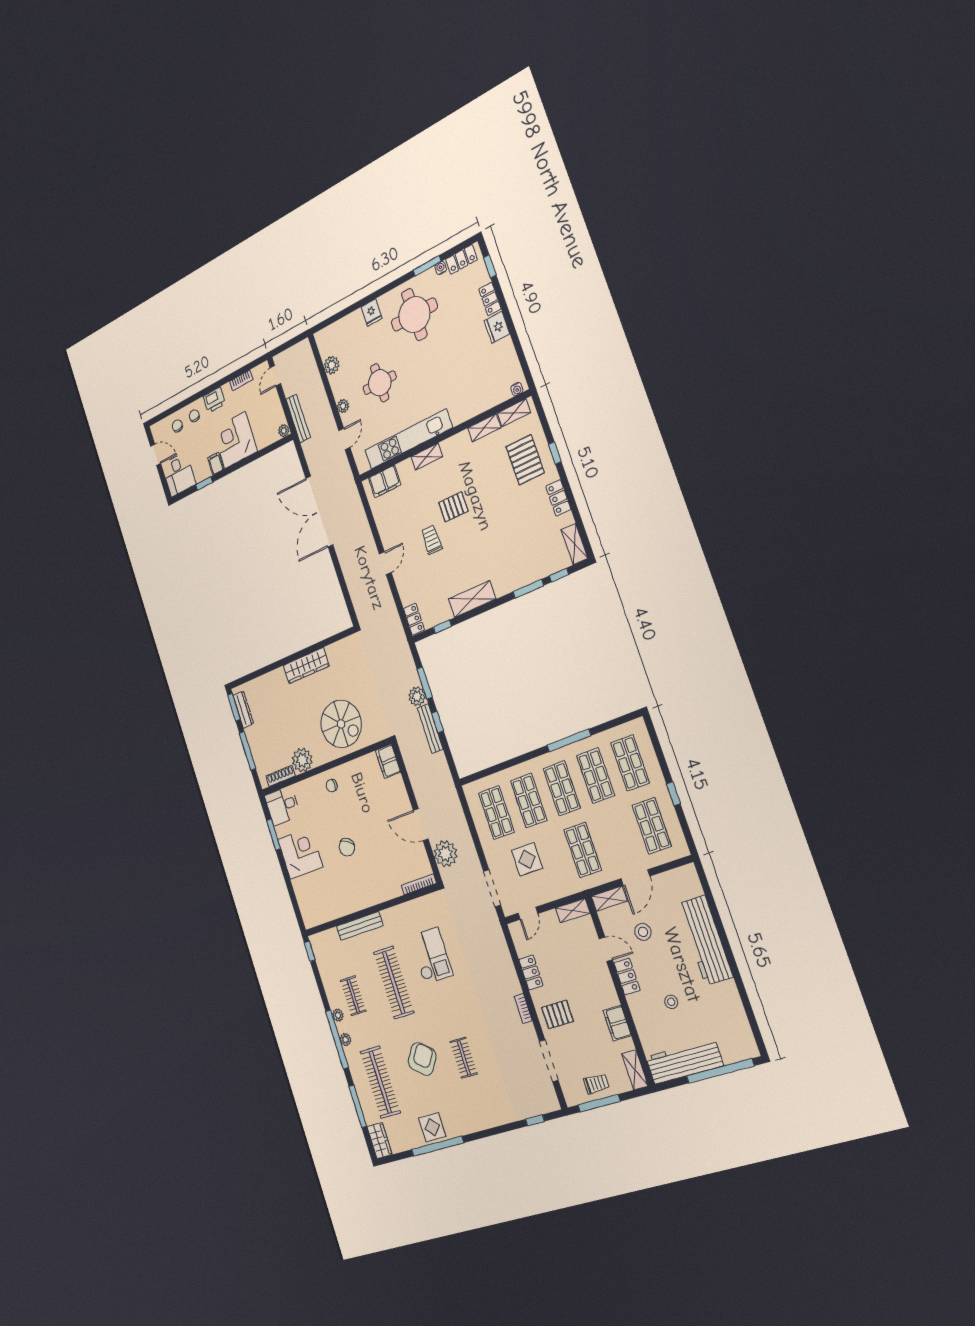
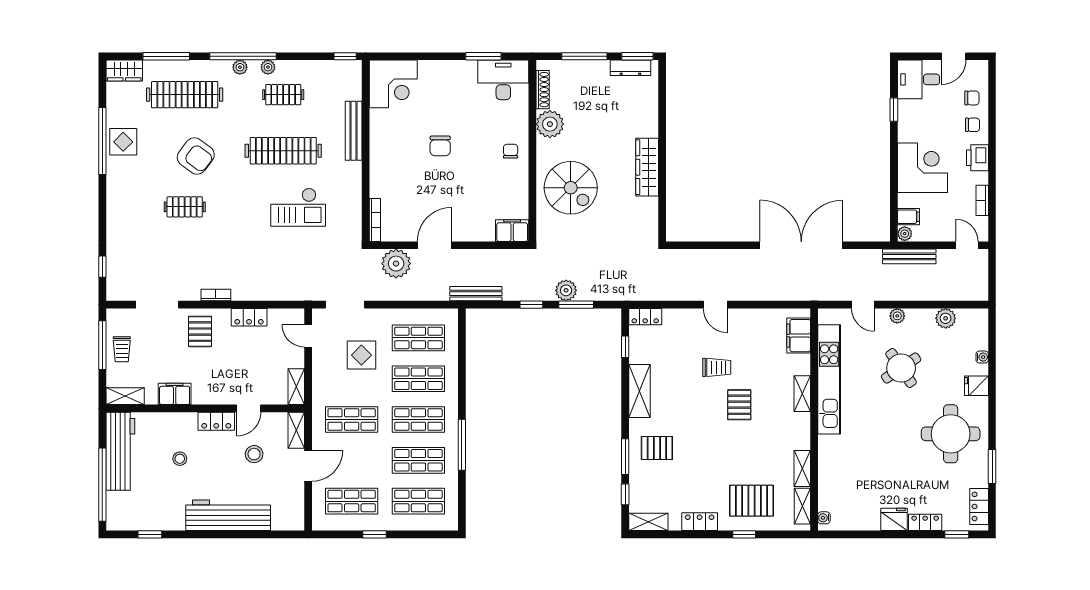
water cooler: (441, 268) -> (982, 357), moved
round table: (380, 383) -> (901, 368), turned -34
filing cabinet: (216, 464) -> (908, 217), moved
pallet: (512, 563) -> (657, 448), added
spiral stairs: (341, 724) -> (571, 188), turned -90
bench: (430, 729) -> (476, 294), moved
desk: (282, 806) -> (503, 80), width x1.37
chair: (347, 847) -> (440, 146), turned -120
corner desk: (300, 853) -> (393, 84), moved
door: (635, 877) -> (308, 466), swing flipped
window: (749, 1012) -> (150, 534), added

